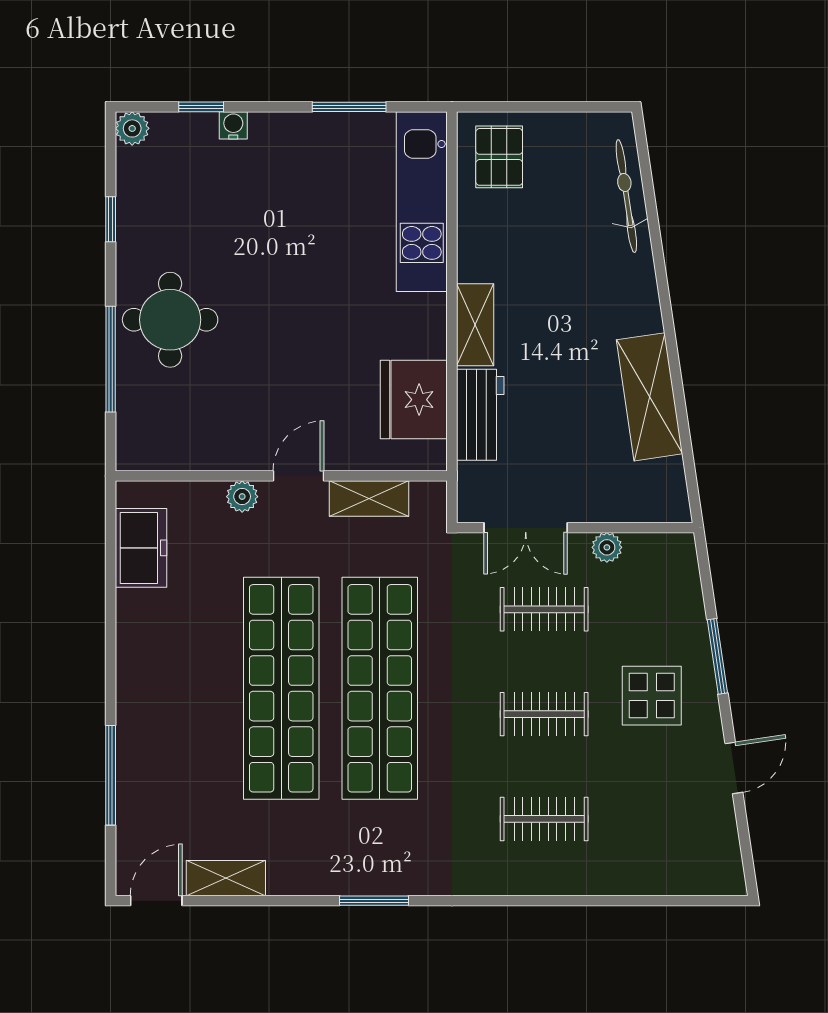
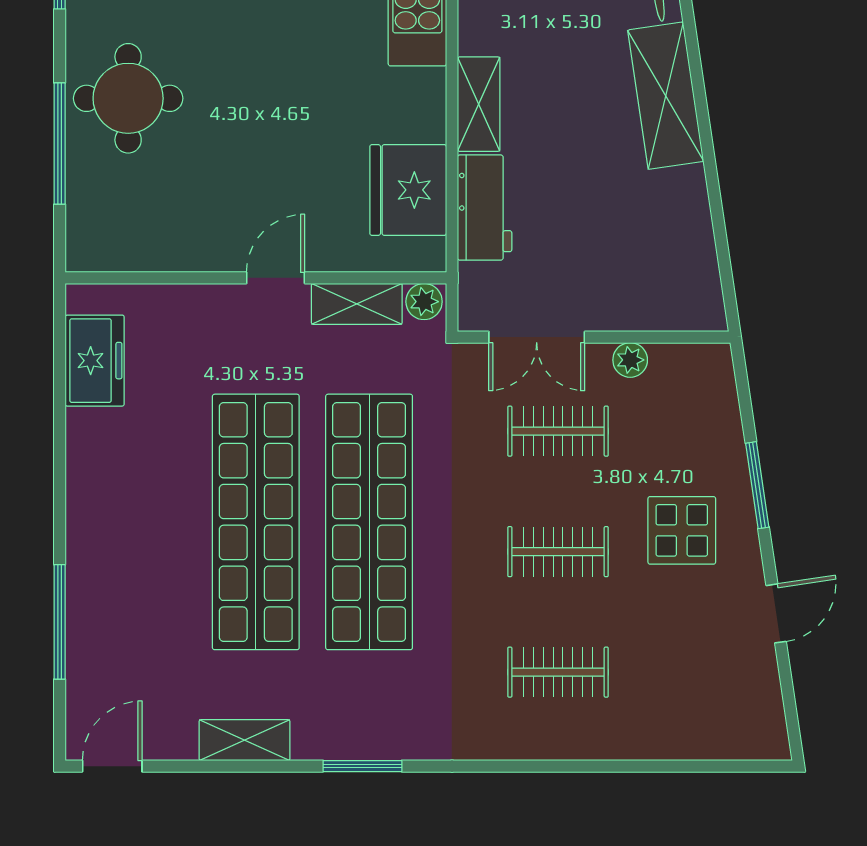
shelving: (650, 397) -> (666, 96), moved
plant: (242, 497) -> (424, 302), moved
shelving: (226, 878) -> (244, 740), moved

